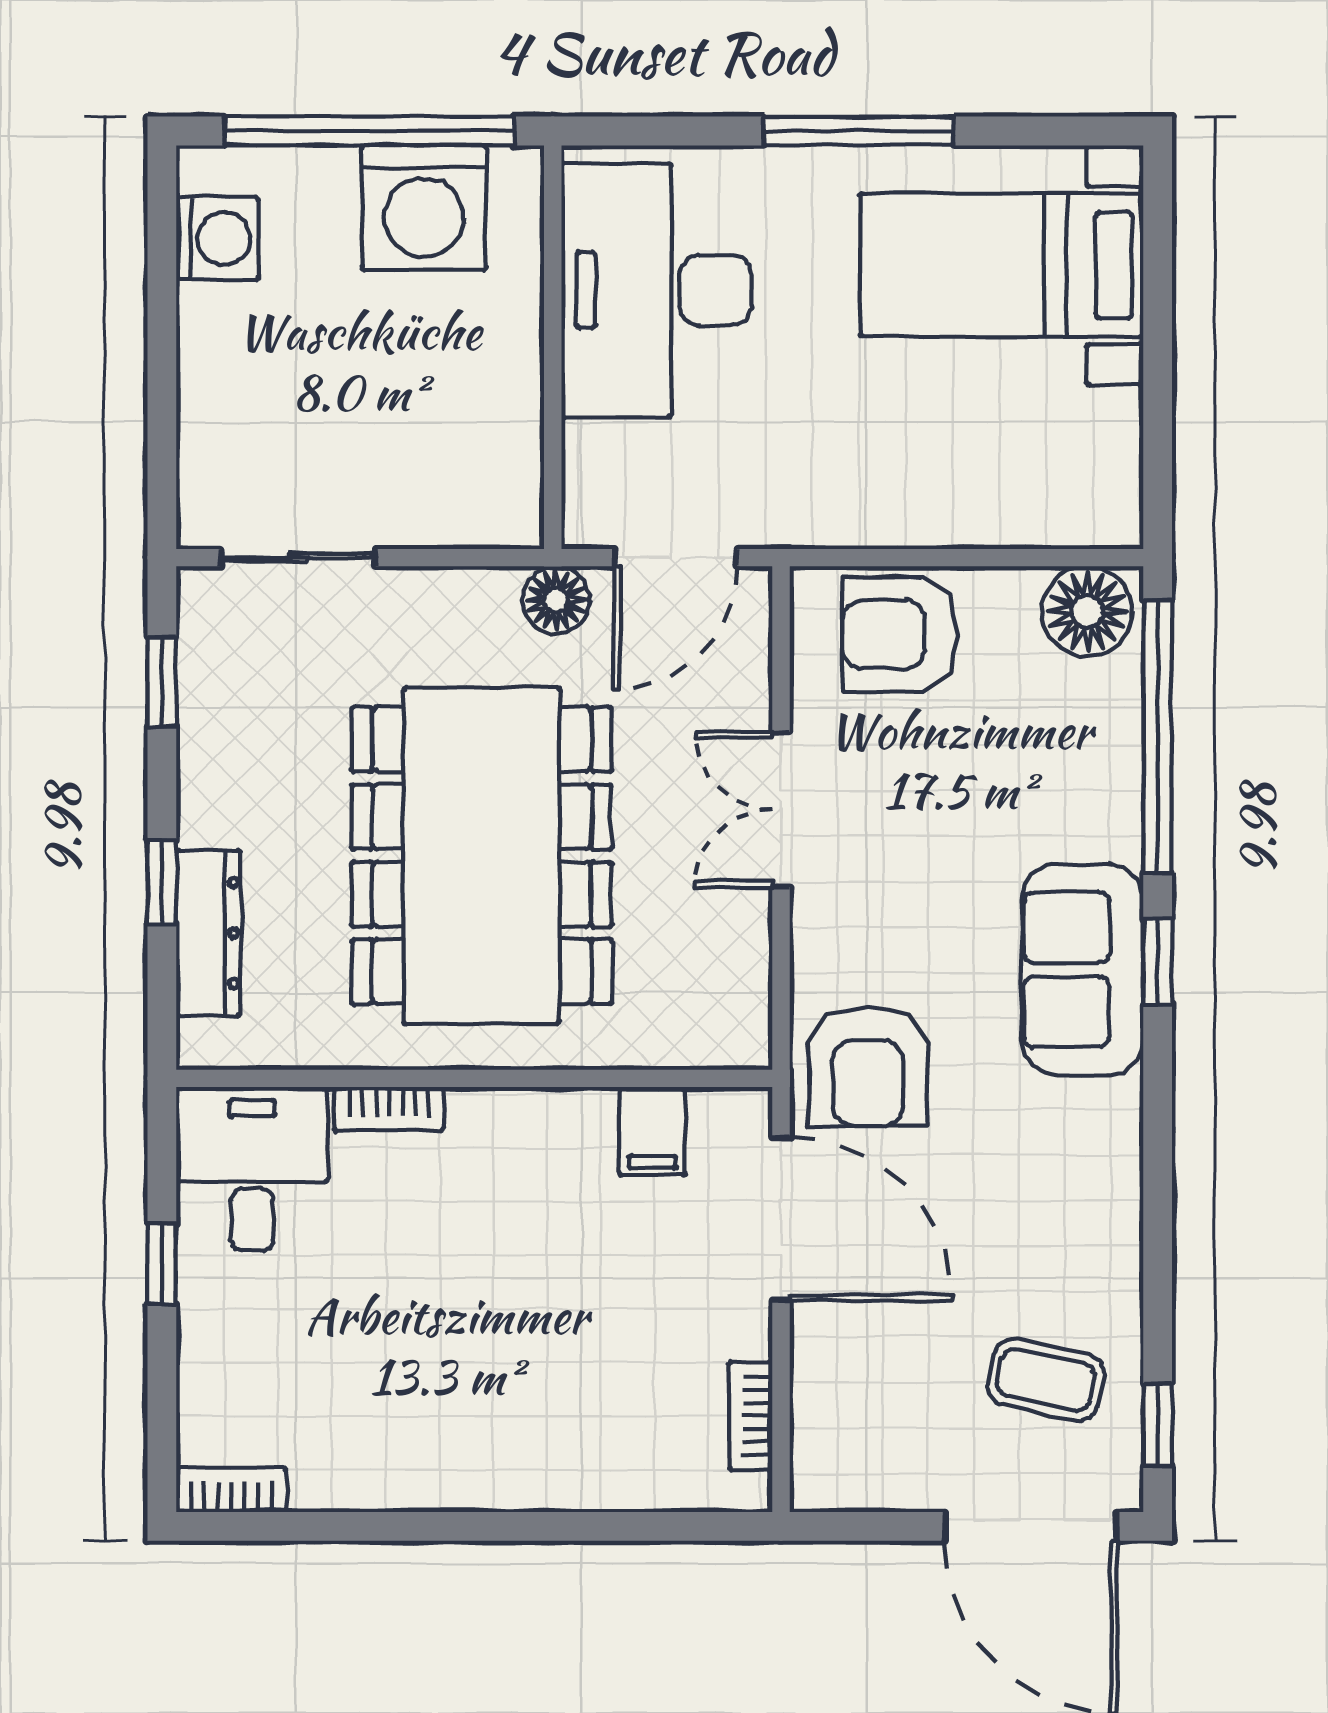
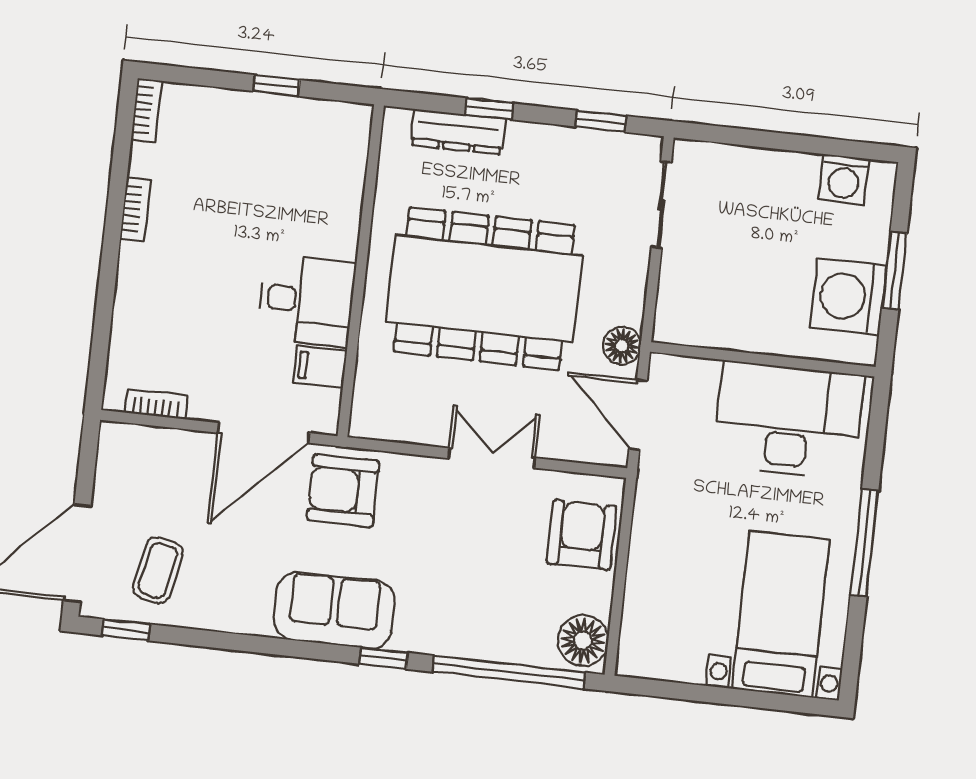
window: (369, 131) -> (894, 271), width x0.47
sofa: (1082, 970) -> (334, 610), moved
bookcase: (389, 1109) -> (136, 209), moved, turned 180
desk: (252, 1169) -> (306, 300), moved

